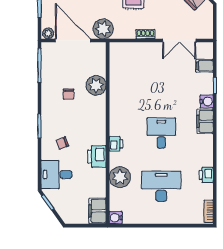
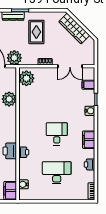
filing cabinet: (205, 121) -> (89, 140), moved
printer: (116, 144) -> (24, 152), moved
plant: (120, 177) -> (26, 78), moved
water cooler: (116, 218) -> (23, 184), moved

